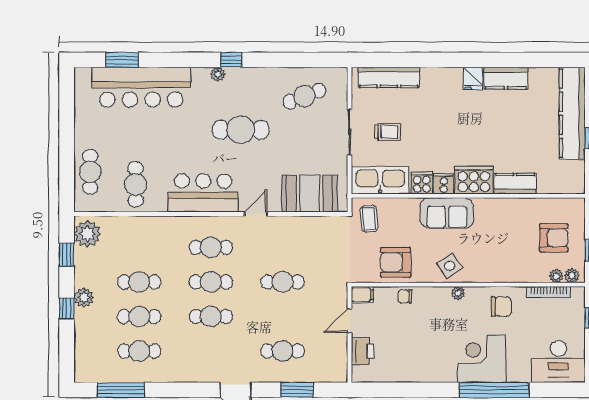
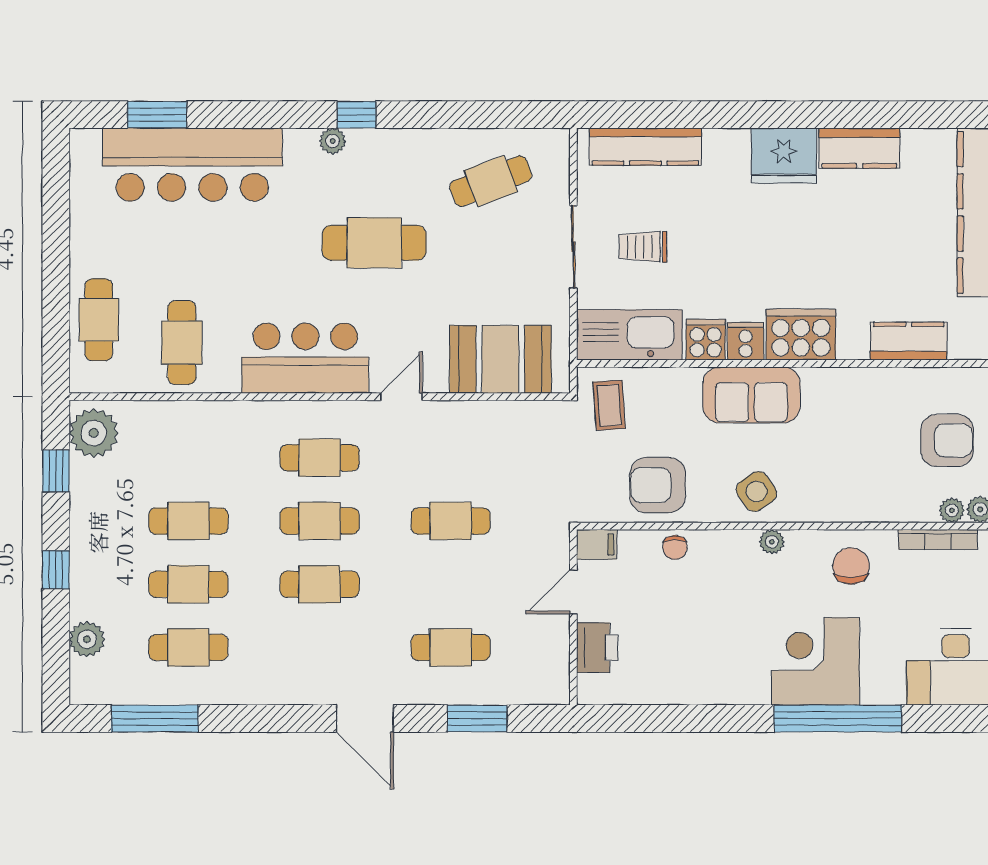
fridge: (473, 78) -> (784, 156), width x1.88, depth x1.34
trolley: (388, 132) -> (643, 247), turned 180
kitchen counter: (515, 184) -> (909, 341), moved
chair: (405, 296) -> (675, 547), turned -90
plant: (84, 298) -> (87, 639), moved
chair: (501, 306) -> (851, 566), turned -90

